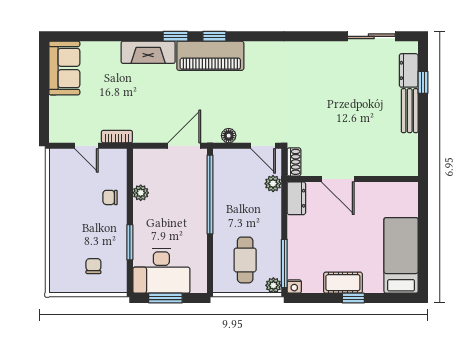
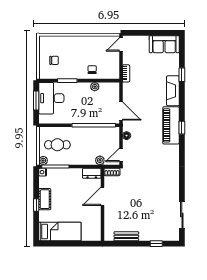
window: (176, 36) -> (182, 75), moved
dresser: (409, 70) -> (163, 236), removed
bench: (410, 111) -> (126, 236), moved
door: (86, 146) -> (121, 45), moved

